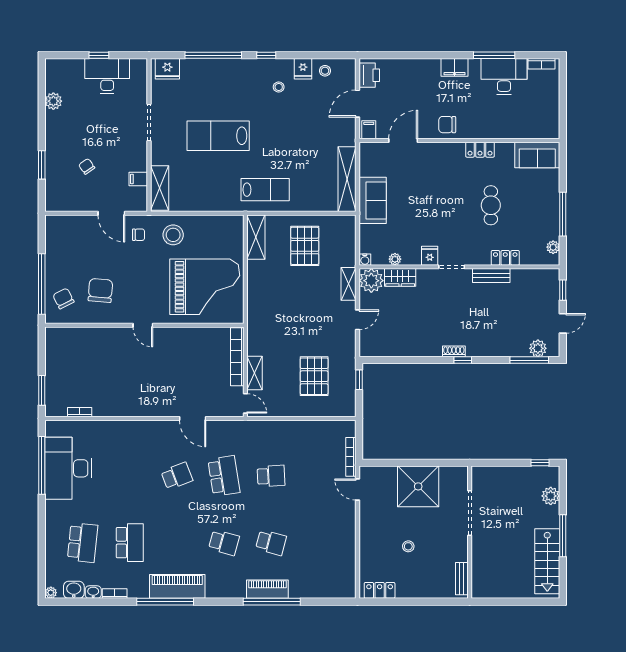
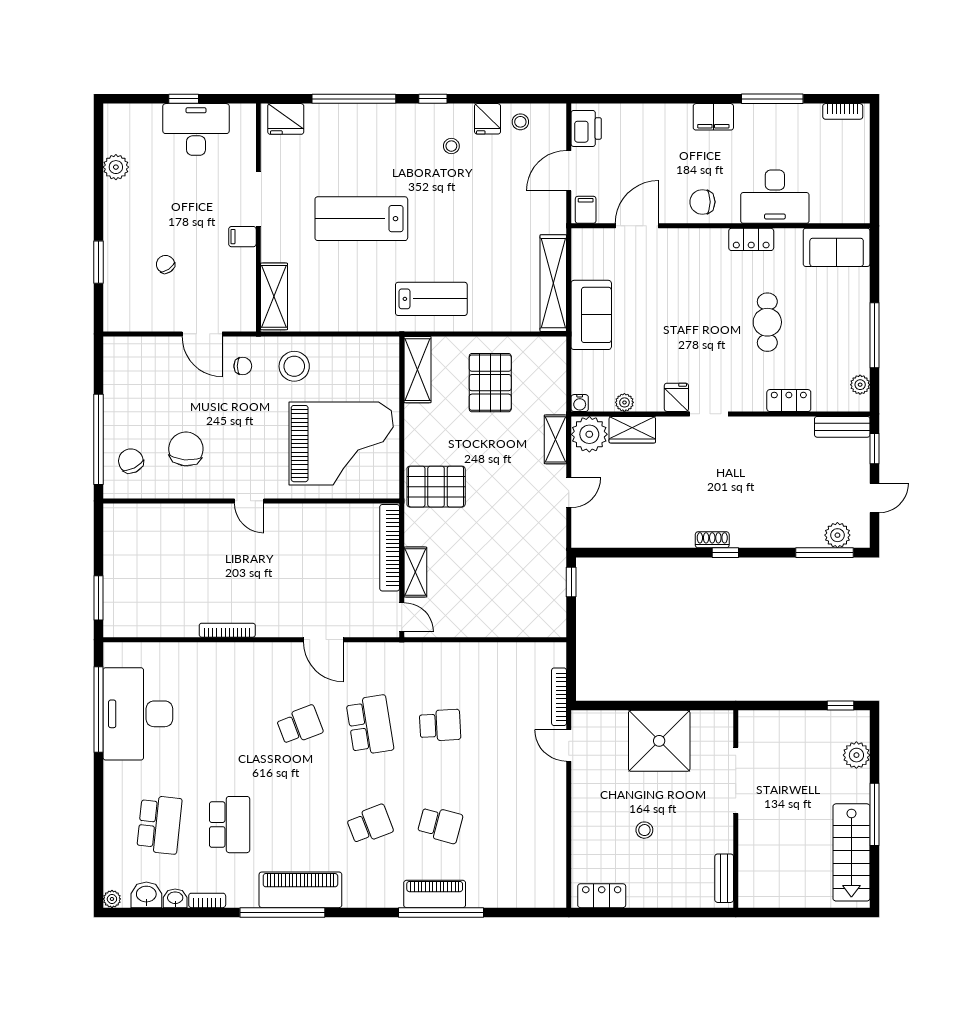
desk: (504, 76) -> (775, 197), moved, turned 180
filing cabinet: (138, 179) -> (242, 237), moved
bench: (491, 276) -> (842, 427), moved
pallet: (314, 376) -> (436, 487), moved, turned 90
bookcase: (80, 412) -> (227, 630), moved, width x1.56
school desk: (224, 543) -> (370, 825), turned -36

